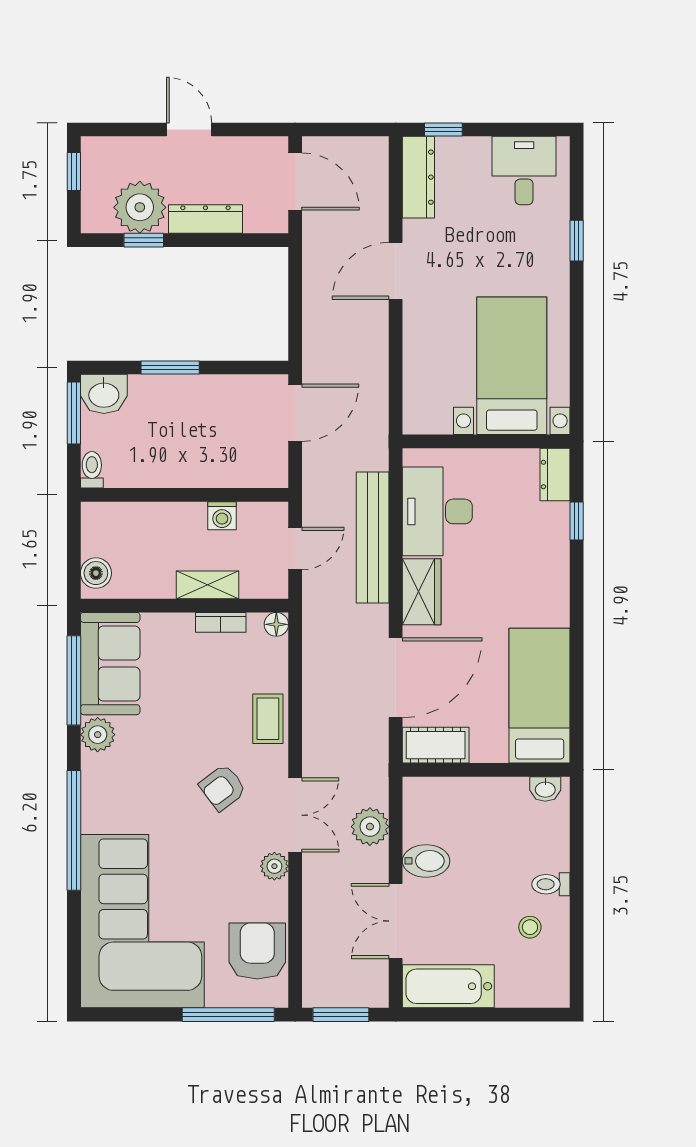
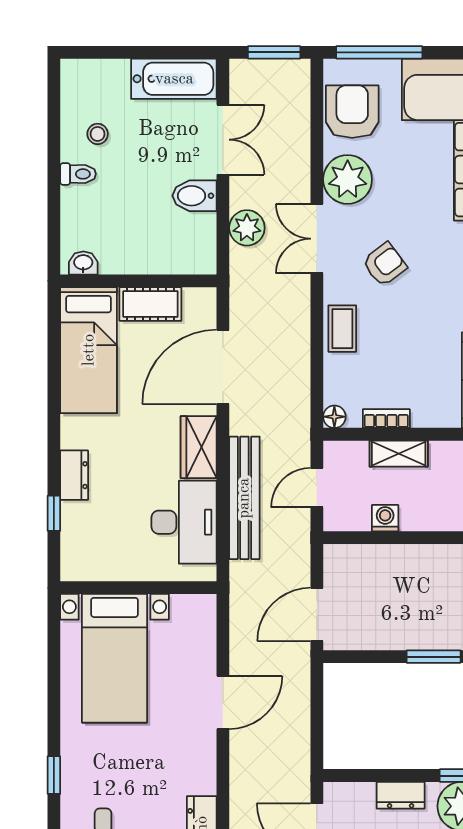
dresser: (205, 219) -> (401, 795), width x0.70
door: (396, 271) -> (223, 702), moved
dresser: (555, 474) -> (74, 475), moved
cot: (436, 745) -> (150, 304), moved
plant: (274, 866) -> (348, 179), width x1.88, depth x1.88
armchair: (257, 951) -> (352, 112), turned 180

